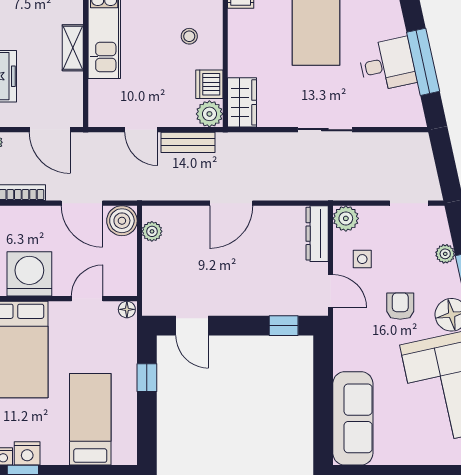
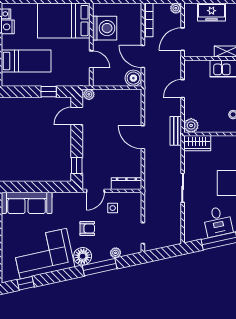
dishwasher: (209, 84) -> (207, 125), removed
bench: (188, 142) -> (176, 131), moved
door: (82, 203) -> (143, 57), hinge flipped
plant: (346, 218) -> (135, 199), removed
plant: (152, 231) -> (89, 94), moved
floor lamp: (127, 309) -> (85, 81), removed

